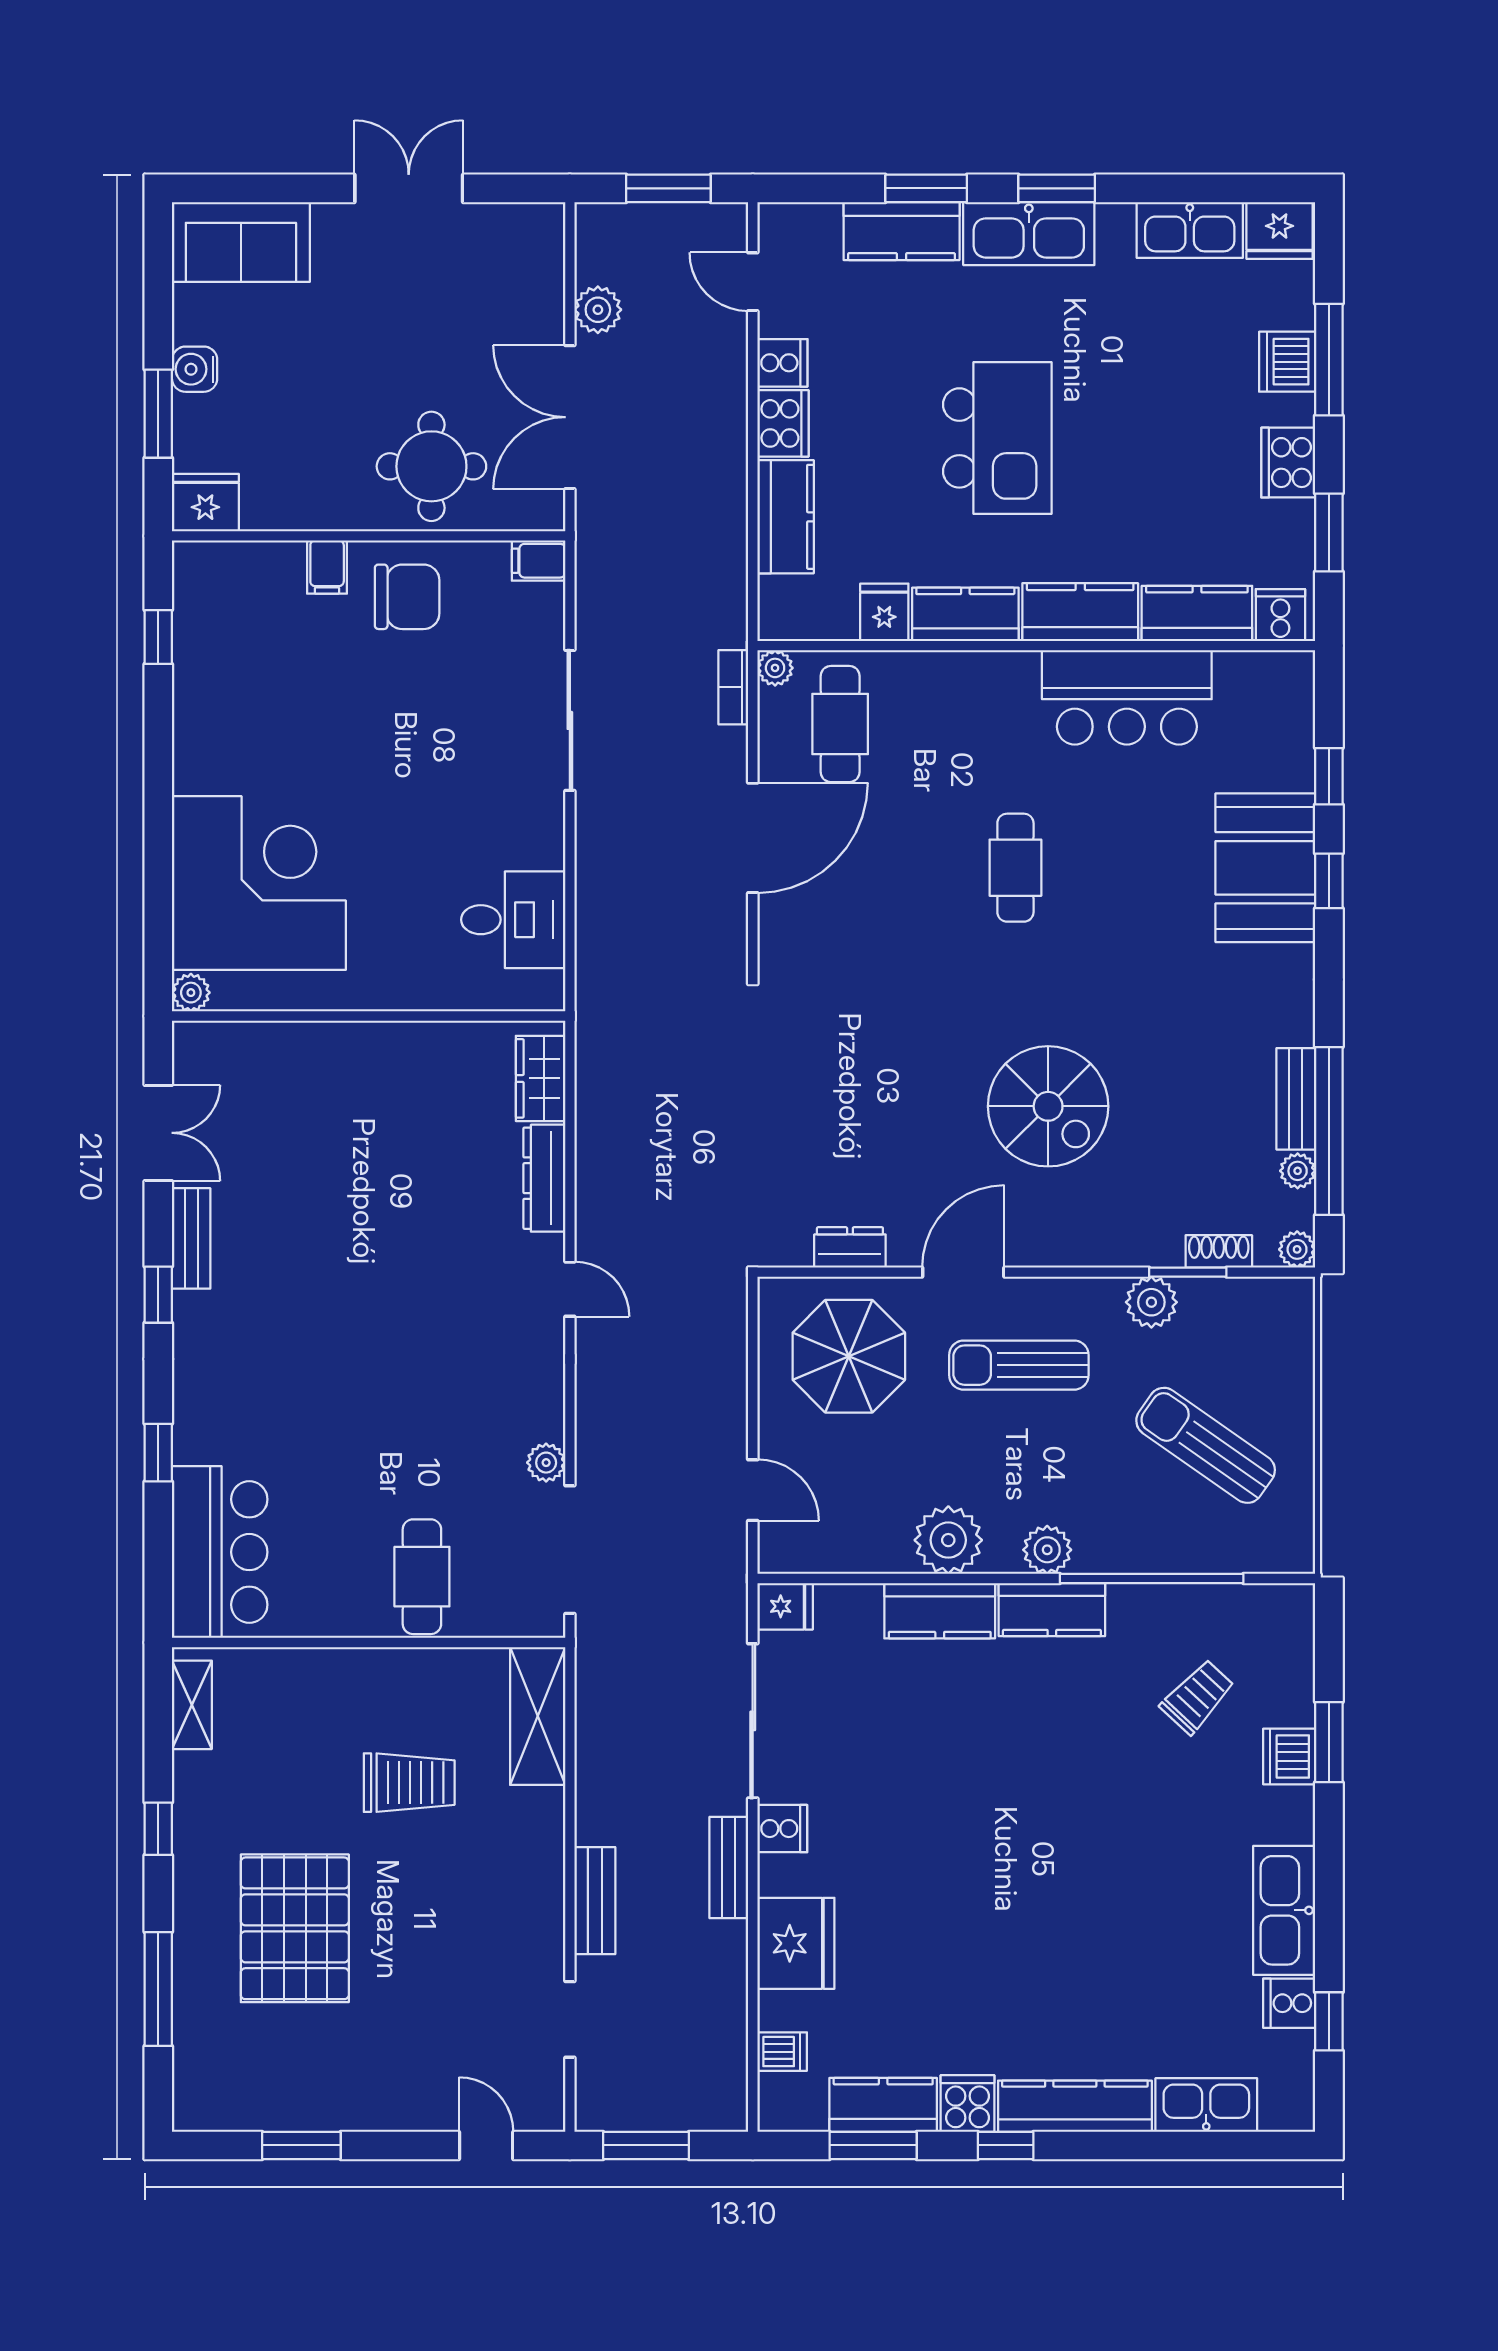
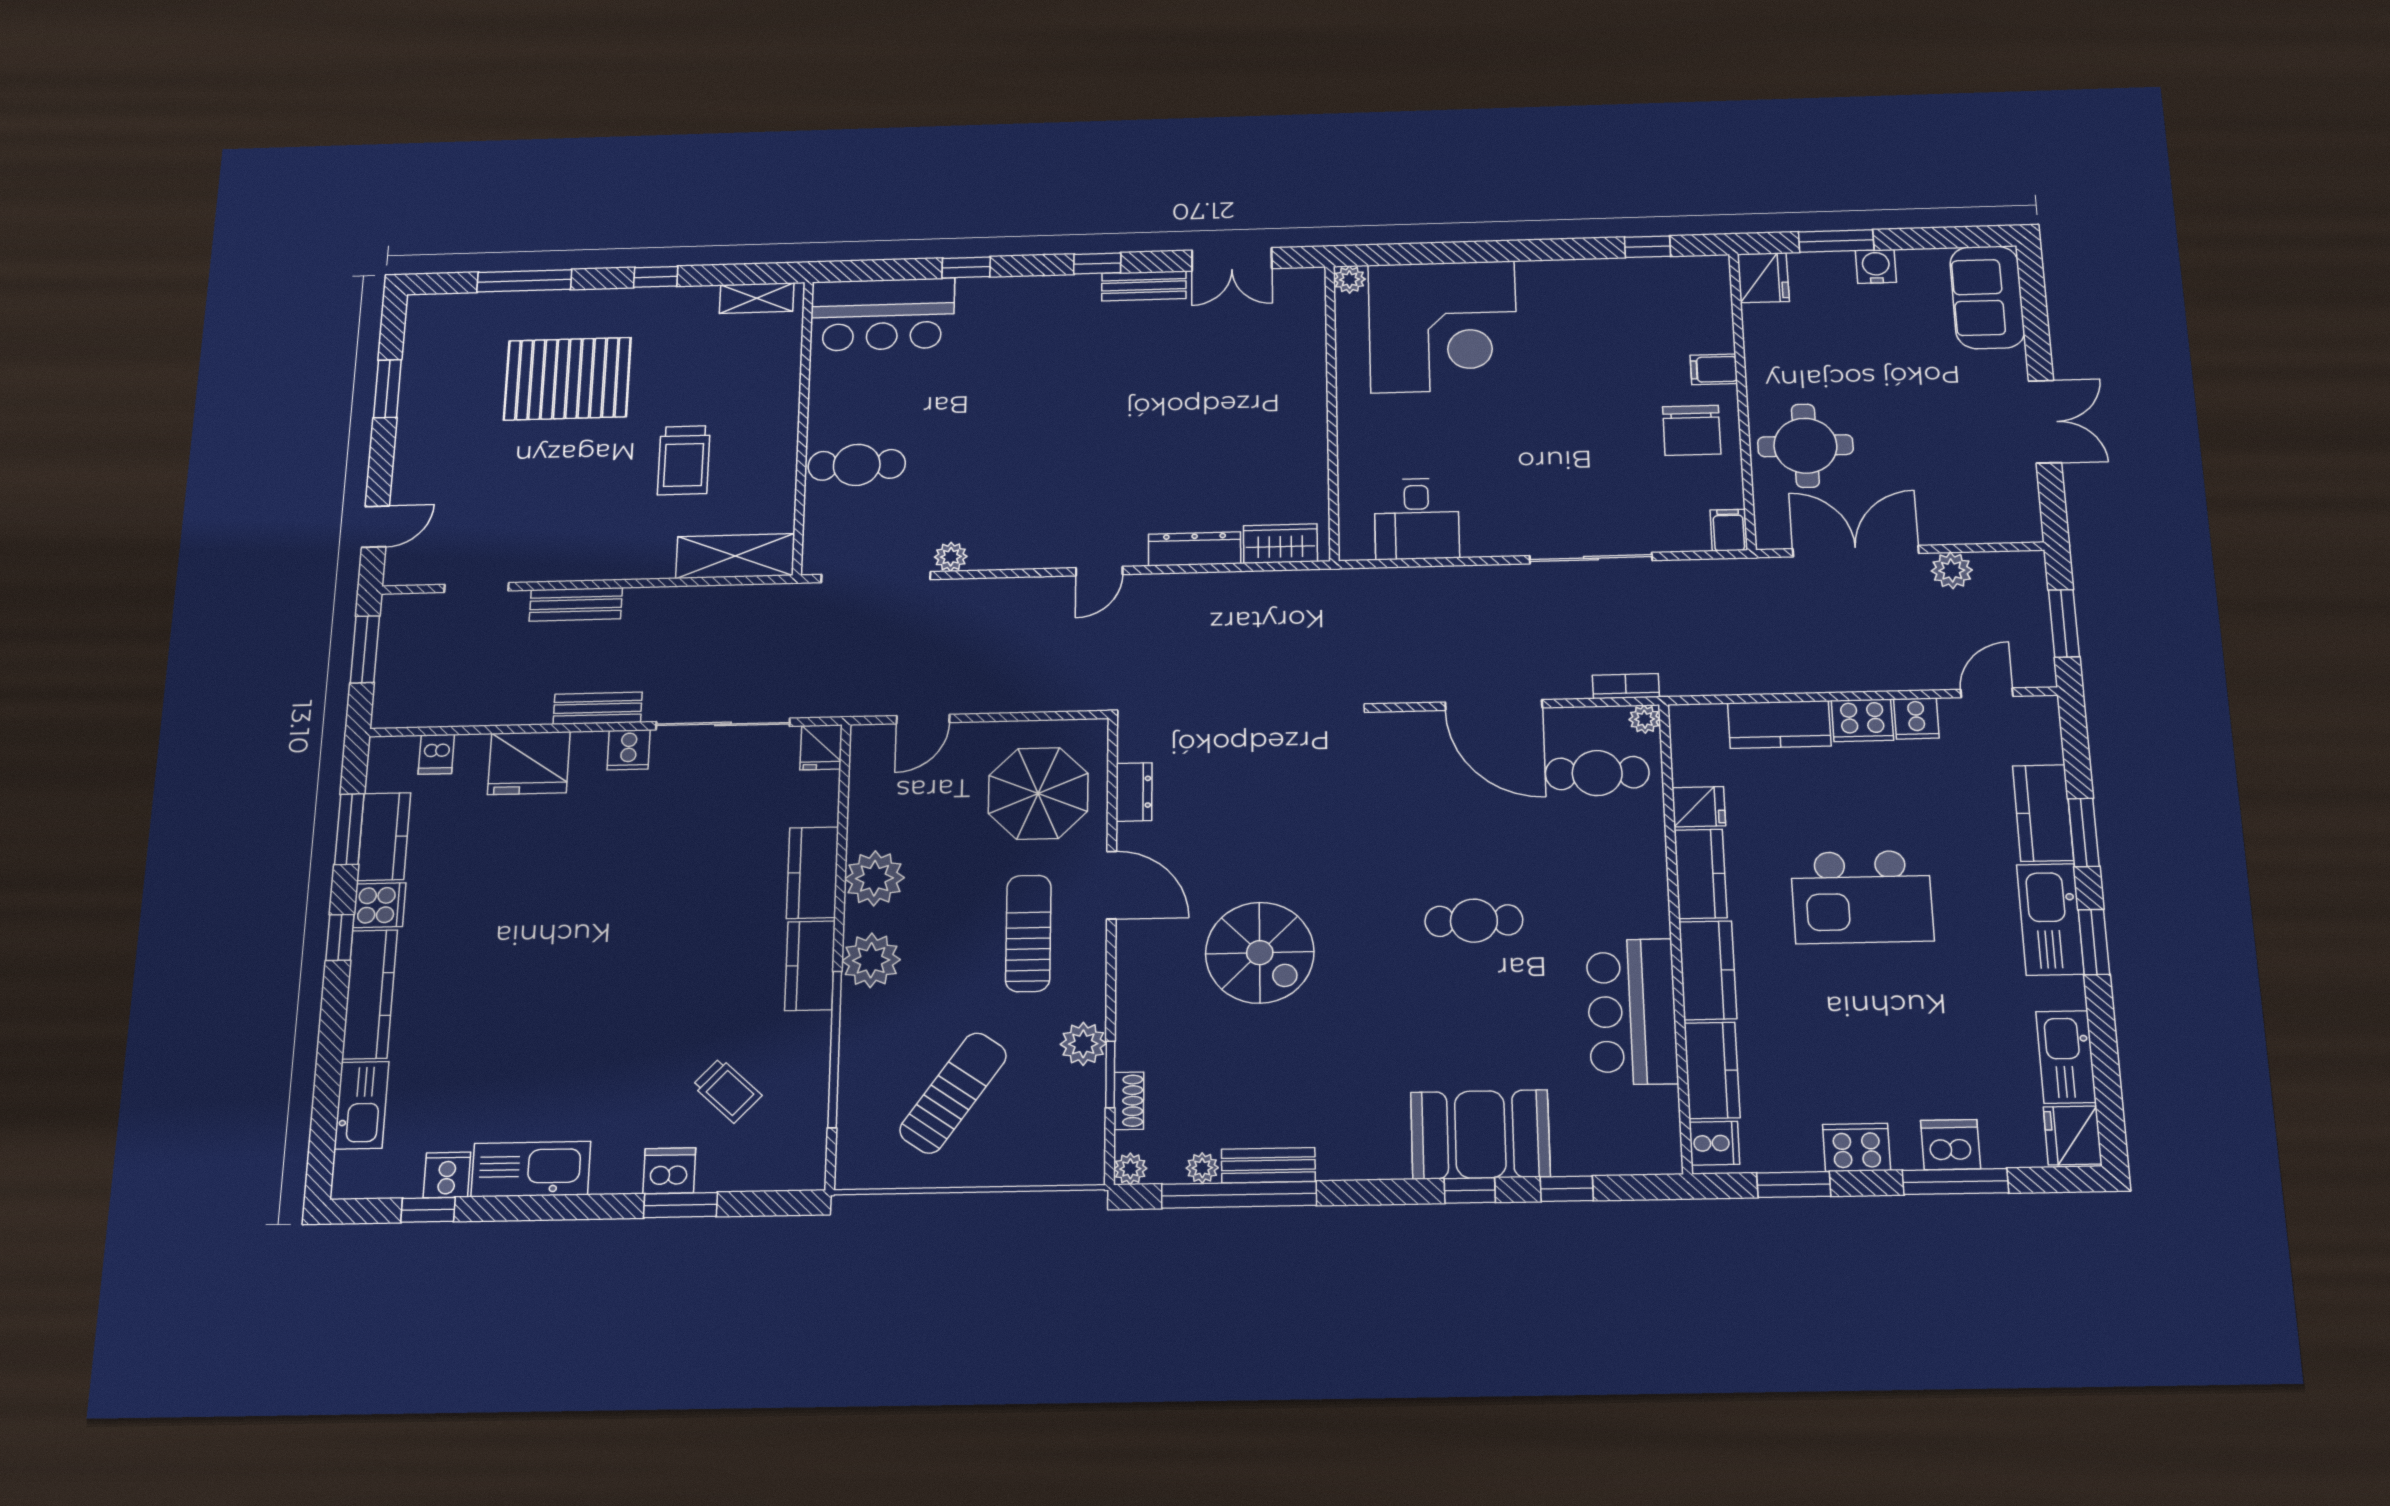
spiral stairs: (1048, 1106) -> (1260, 953), turned -90
plant: (1047, 1550) -> (871, 960), width x1.36, depth x1.36

